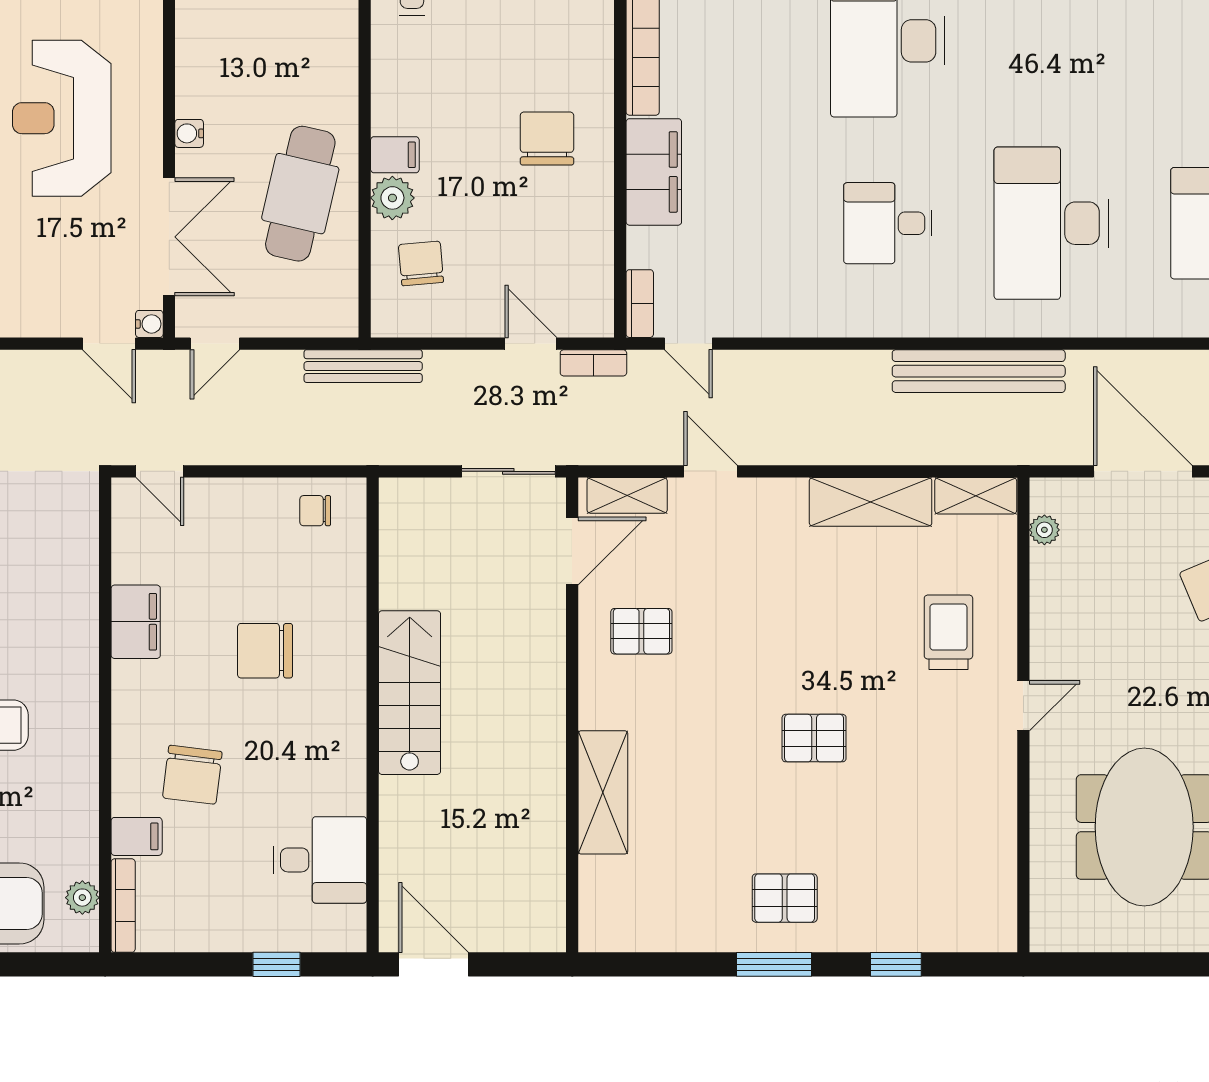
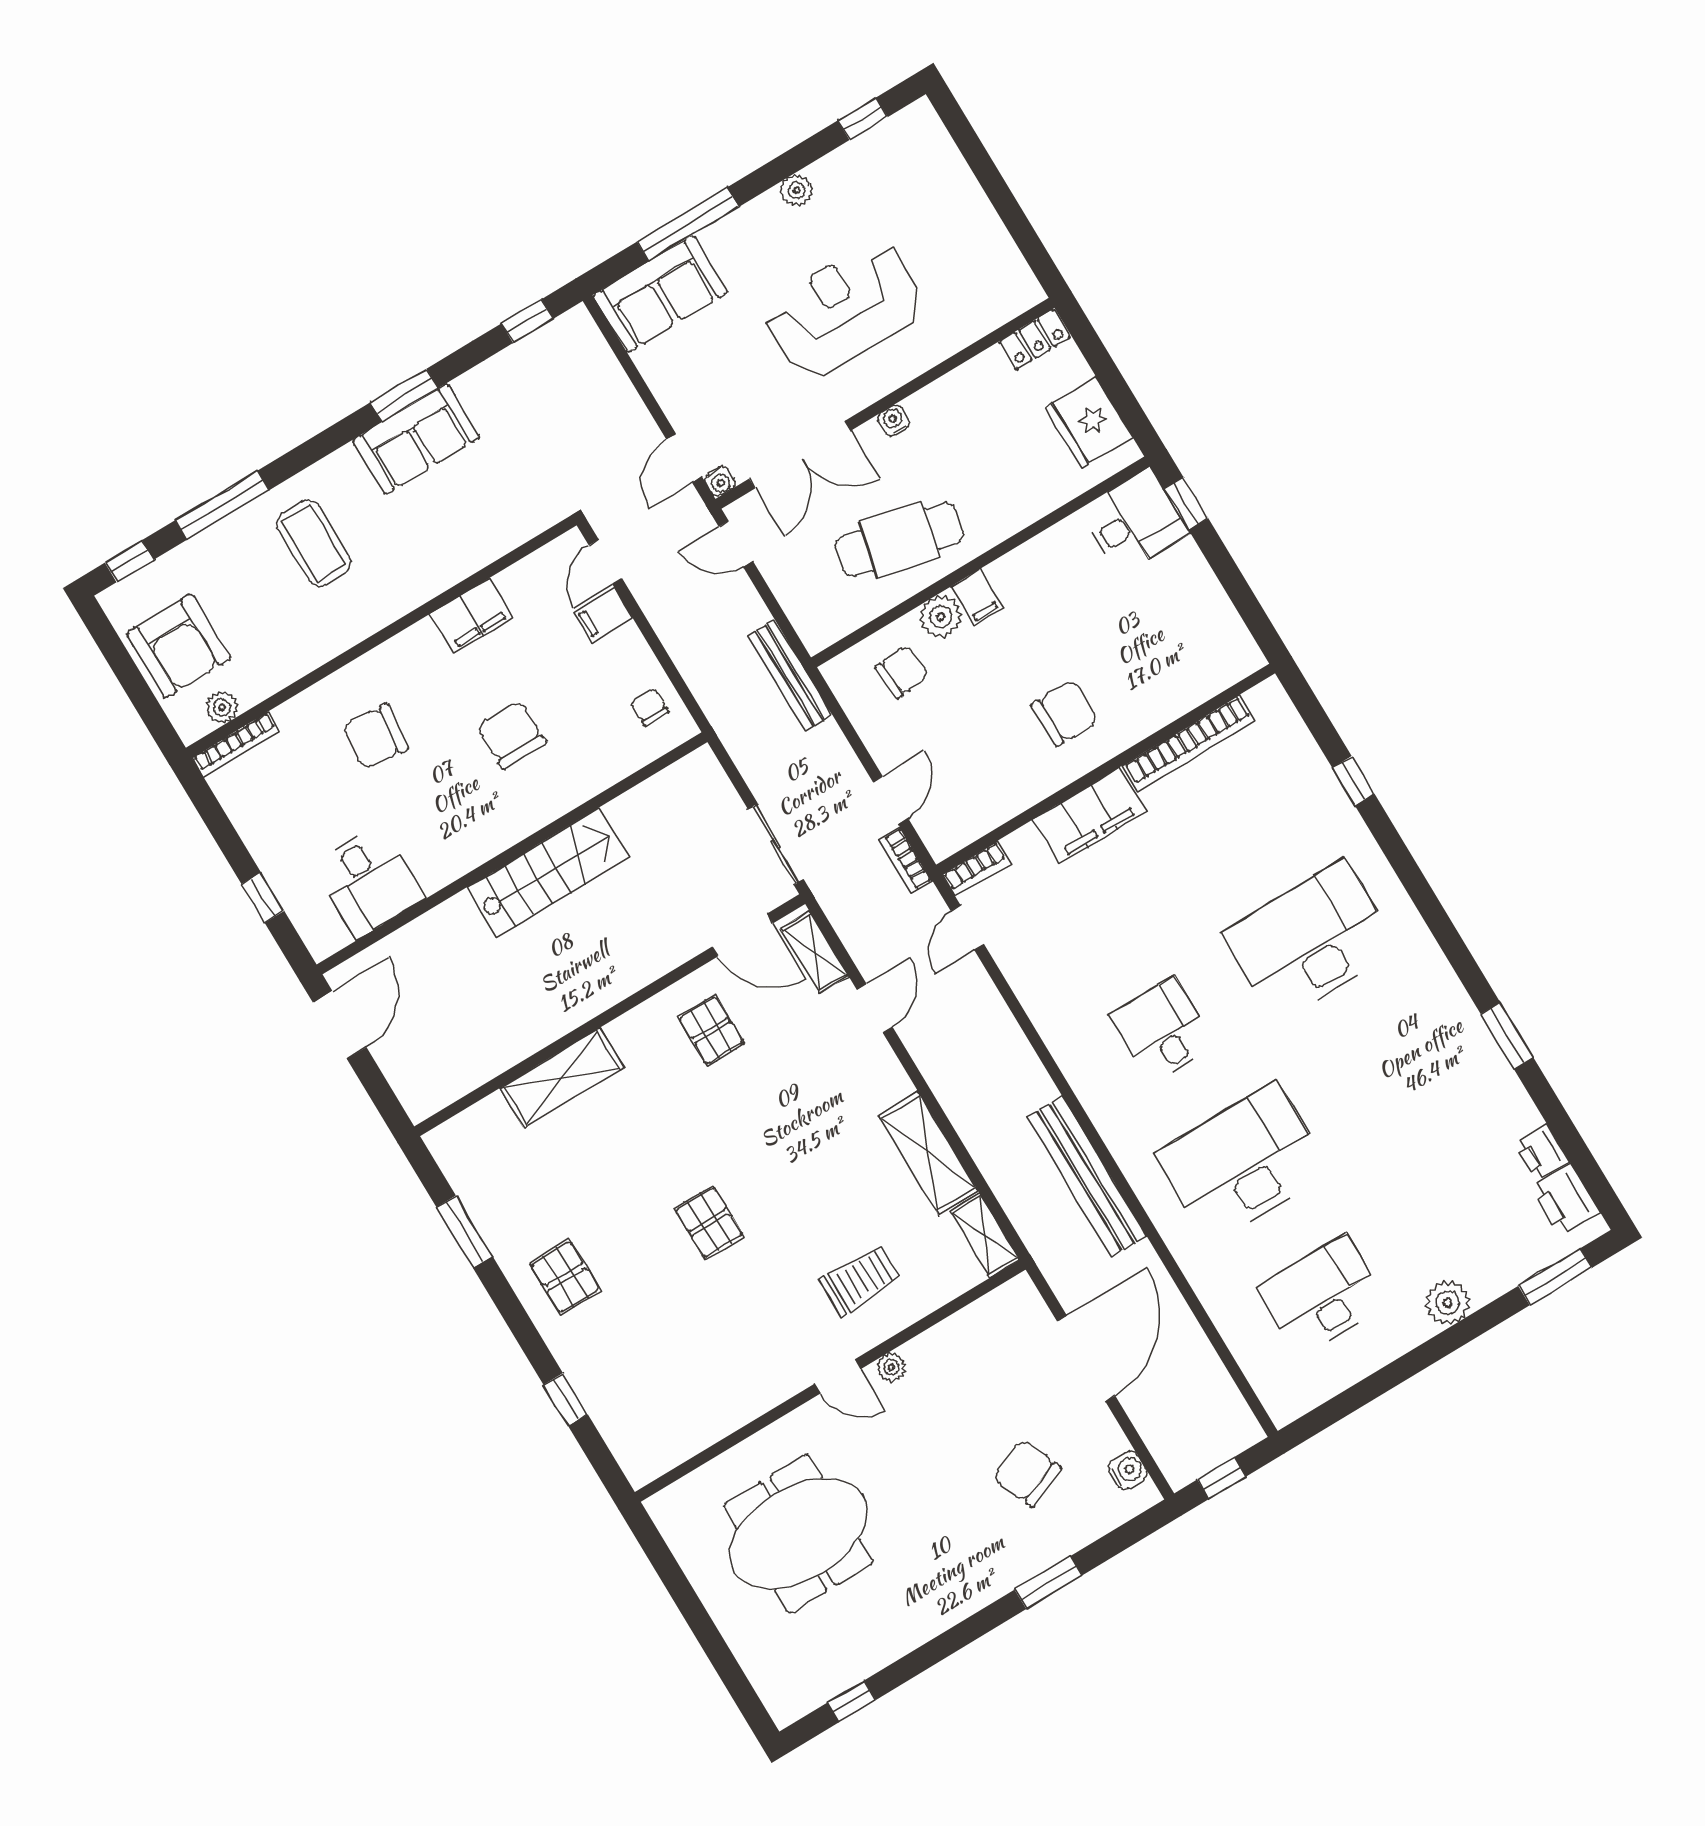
plant: (1044, 530) -> (891, 1367), moved
filing cabinet: (137, 836) -> (603, 615), moved, turned 90
window: (774, 964) -> (465, 1232), moved

